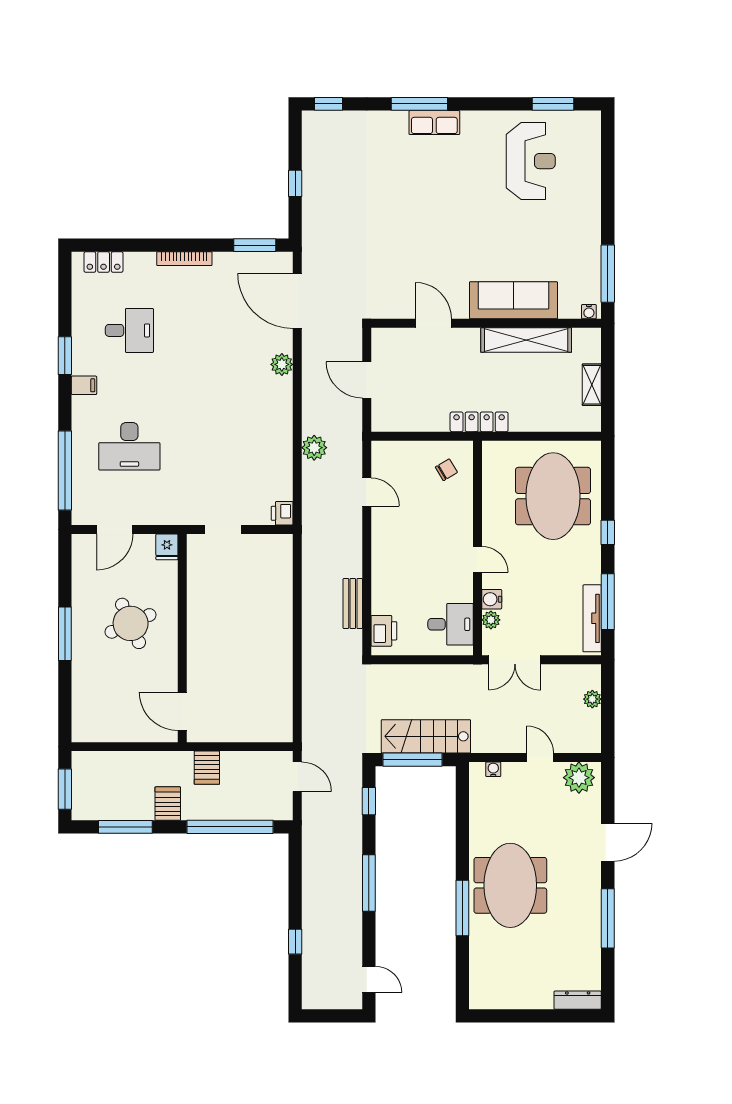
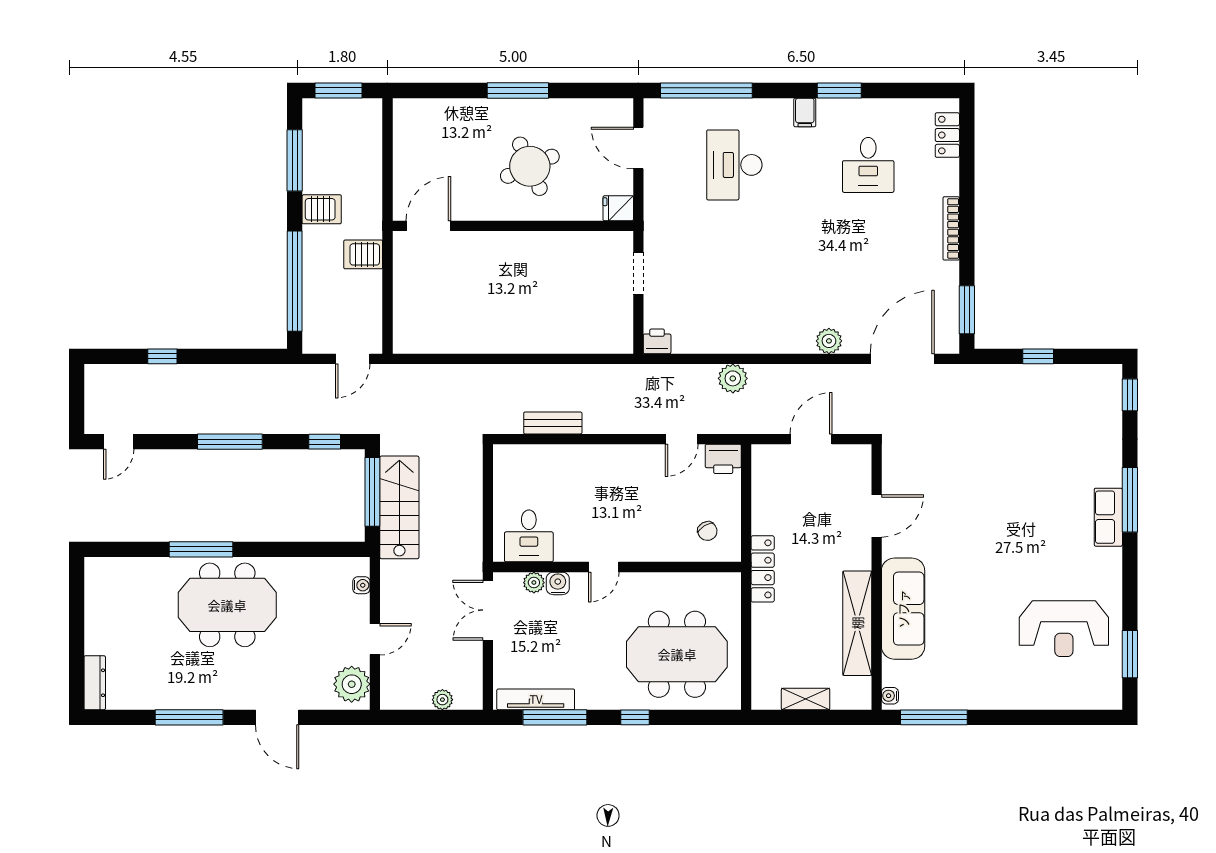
printer: (384, 631) -> (723, 459), moved

